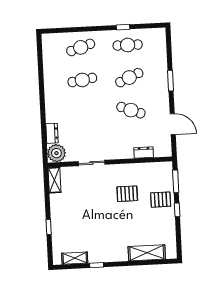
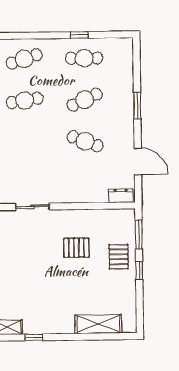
dresser: (144, 152) -> (121, 196), moved
pallet: (161, 200) -> (119, 257), turned 90

